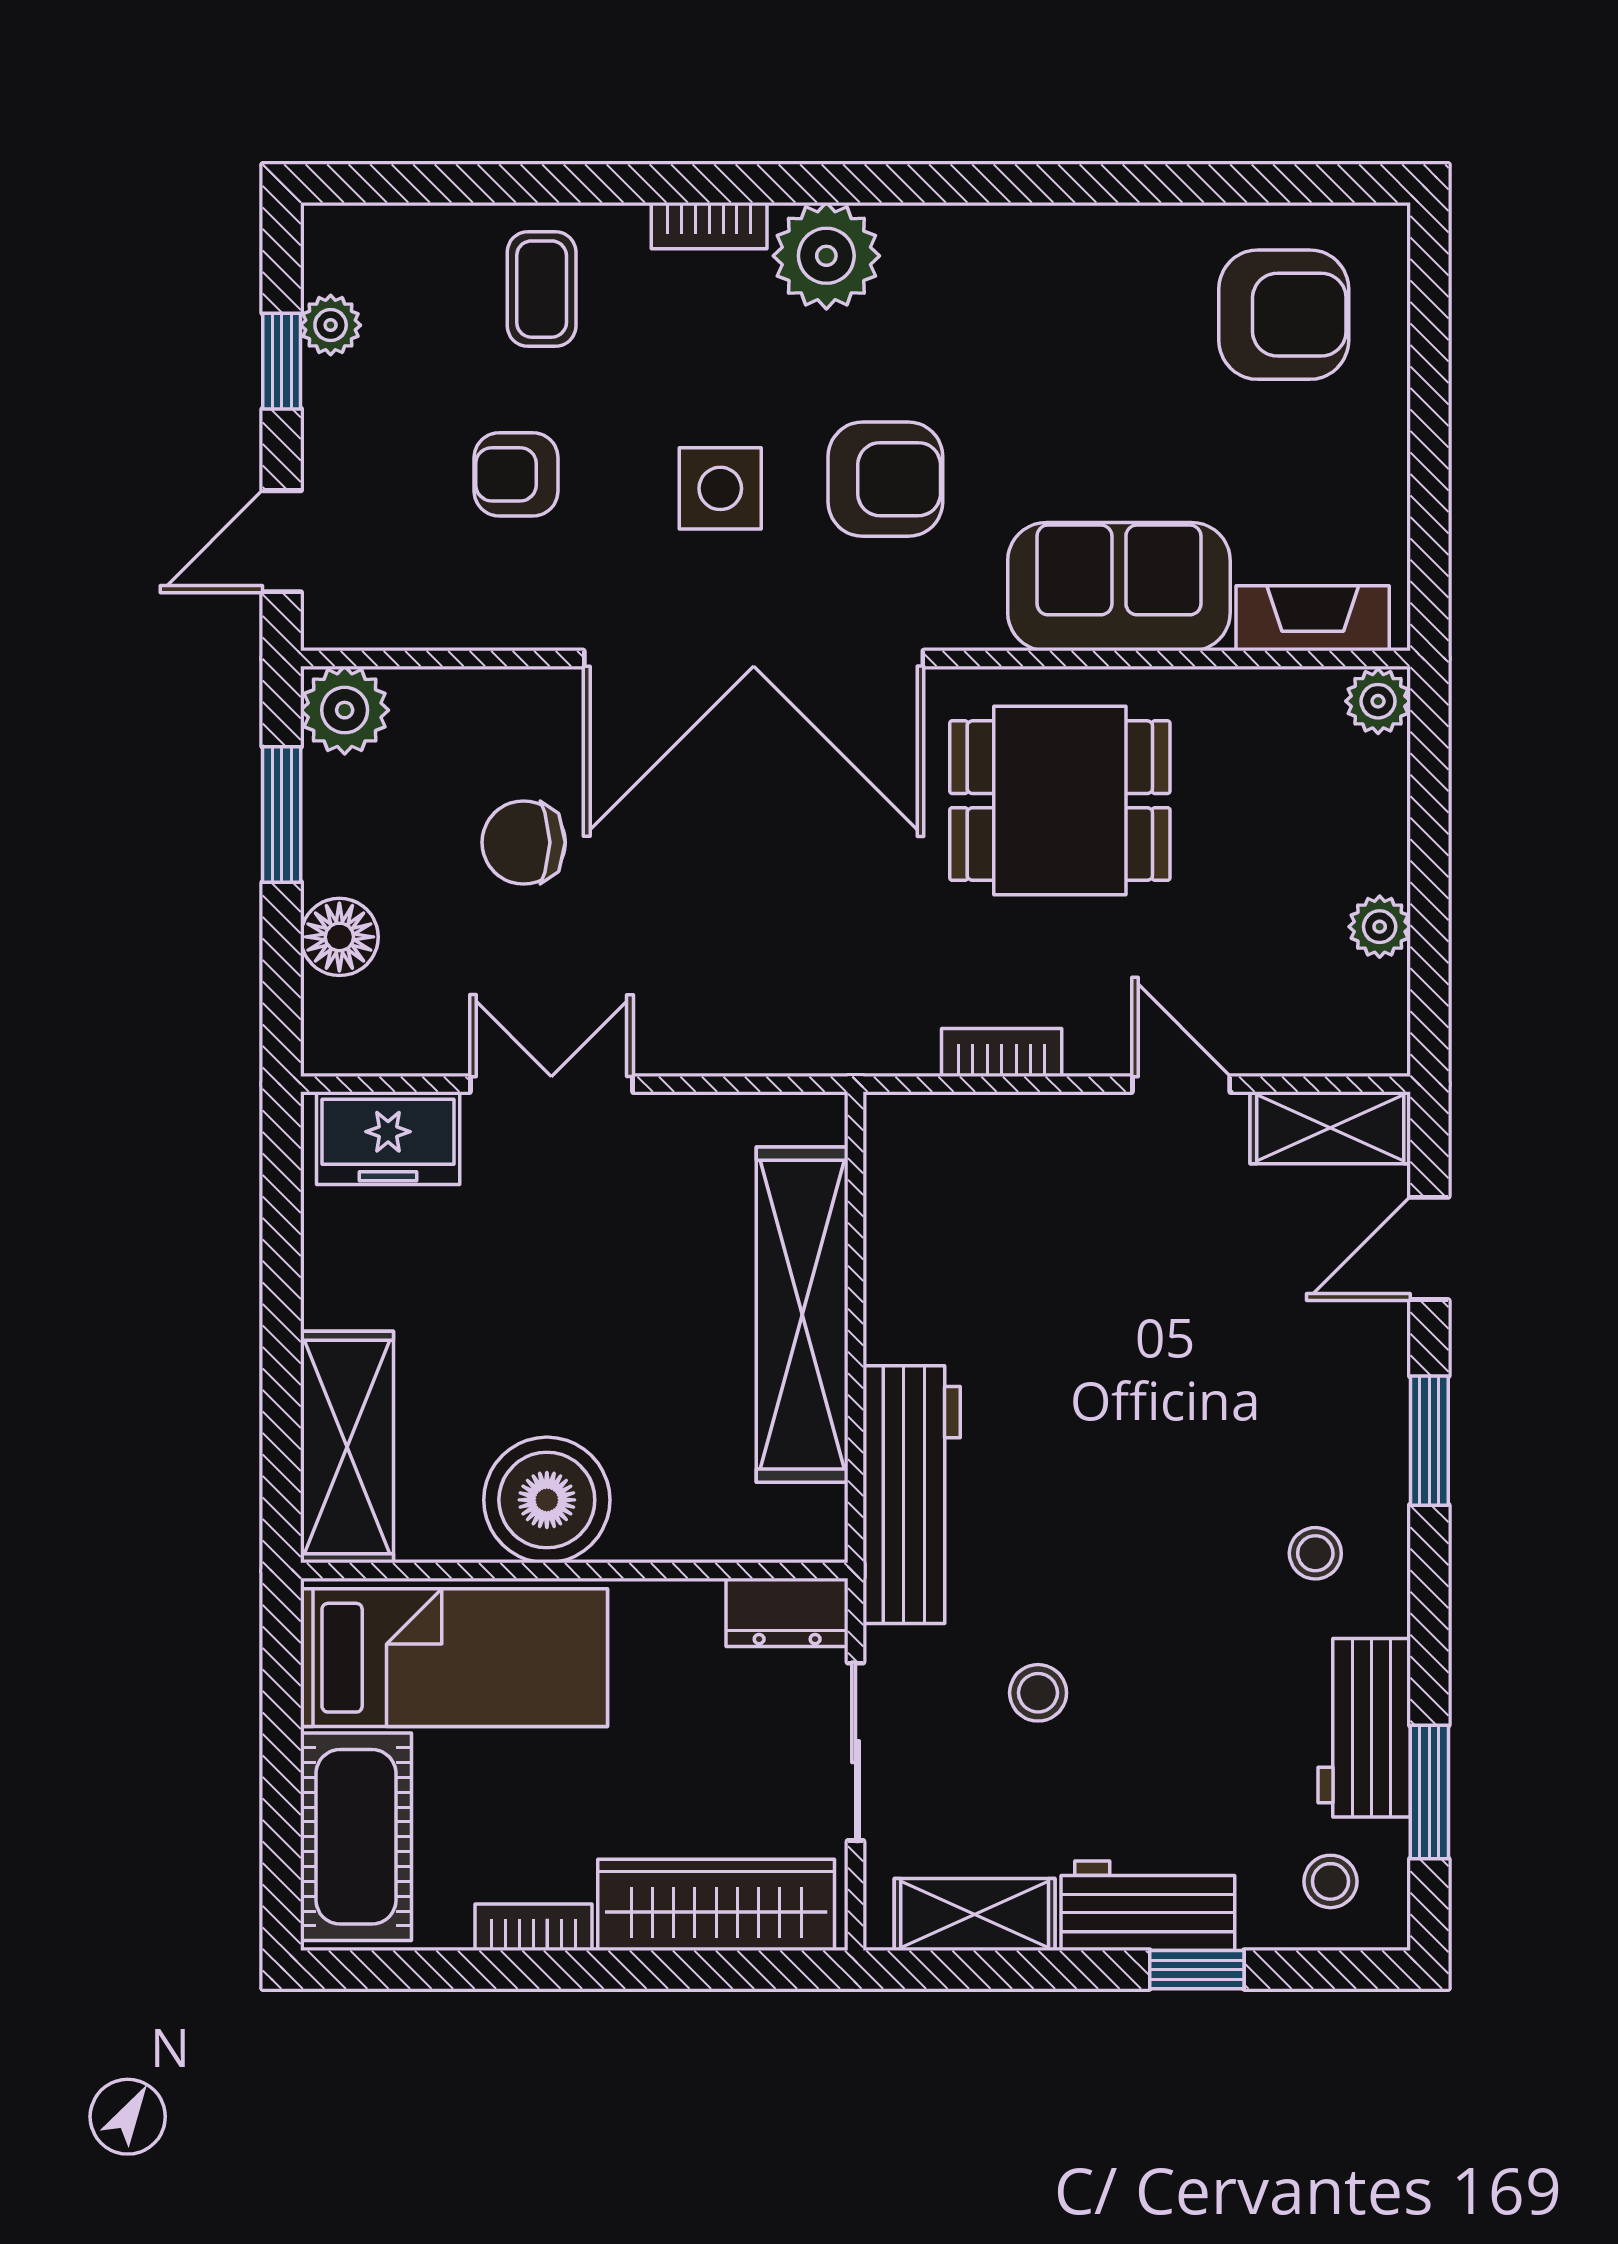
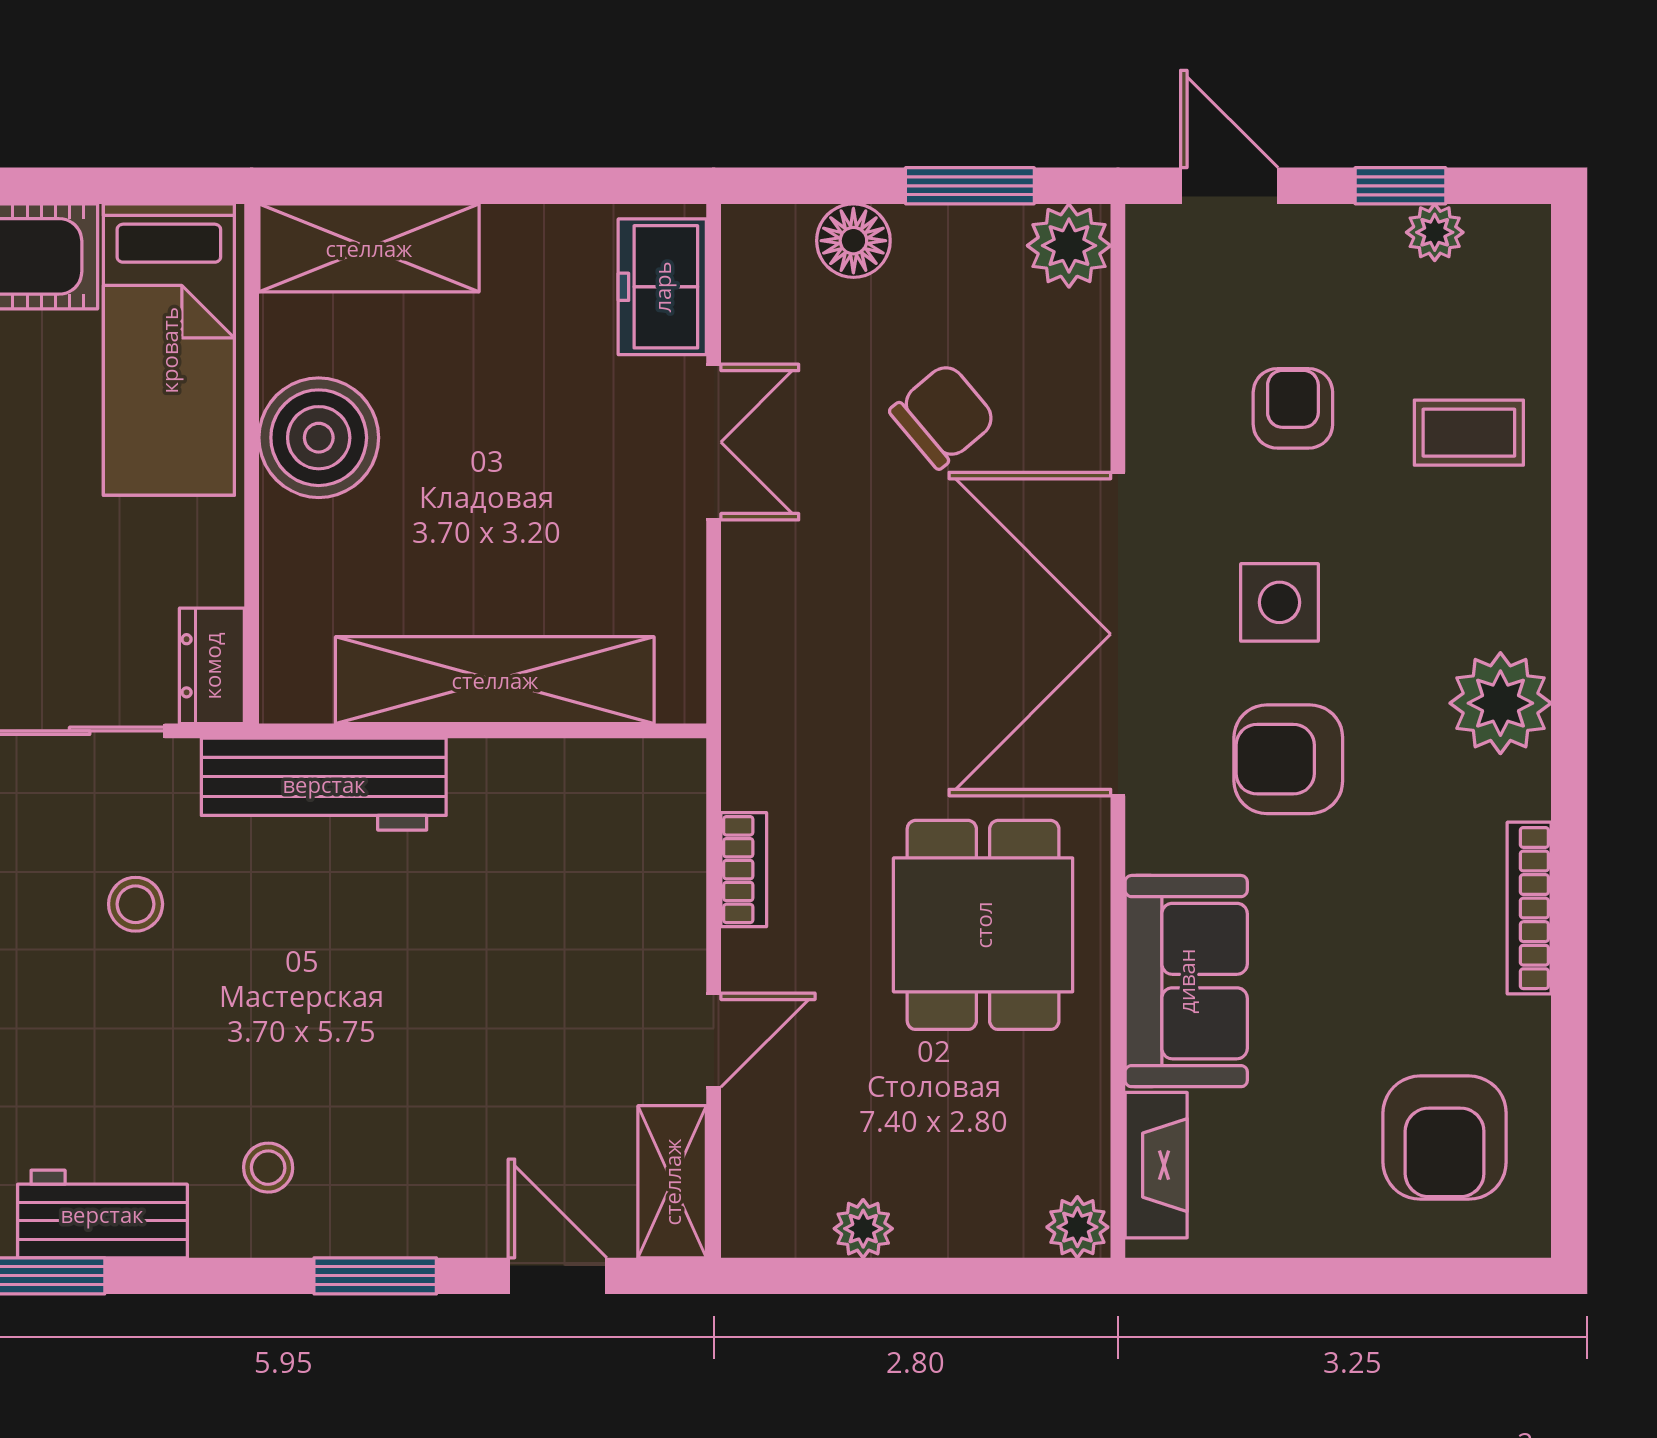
bookcase: (709, 226) -> (1529, 908), moved, width x1.56
armchair: (885, 479) -> (1288, 759), turned 90
chair: (524, 842) -> (943, 416), turned 50

